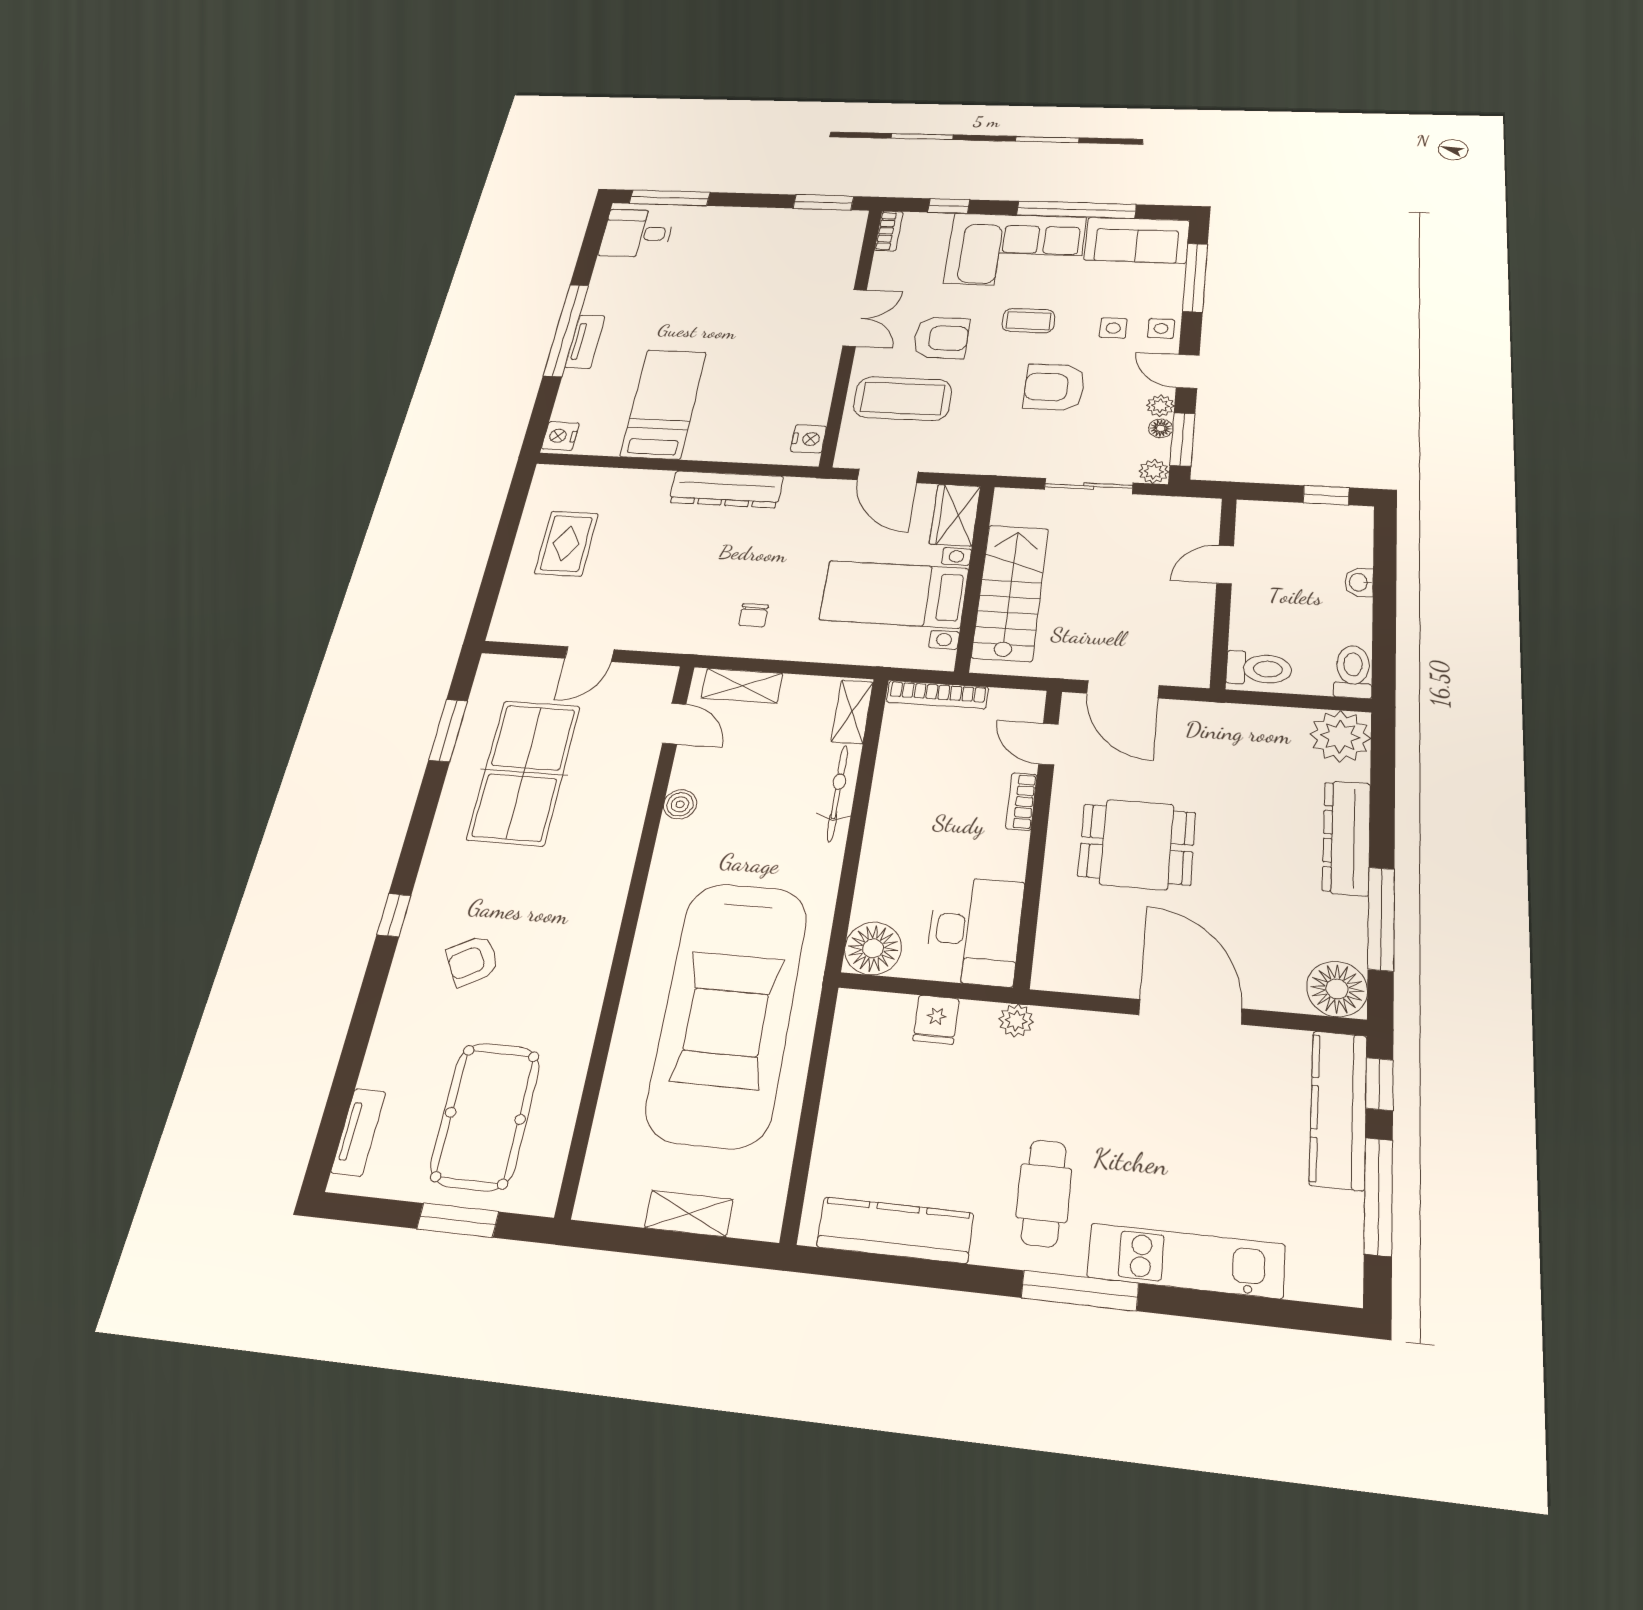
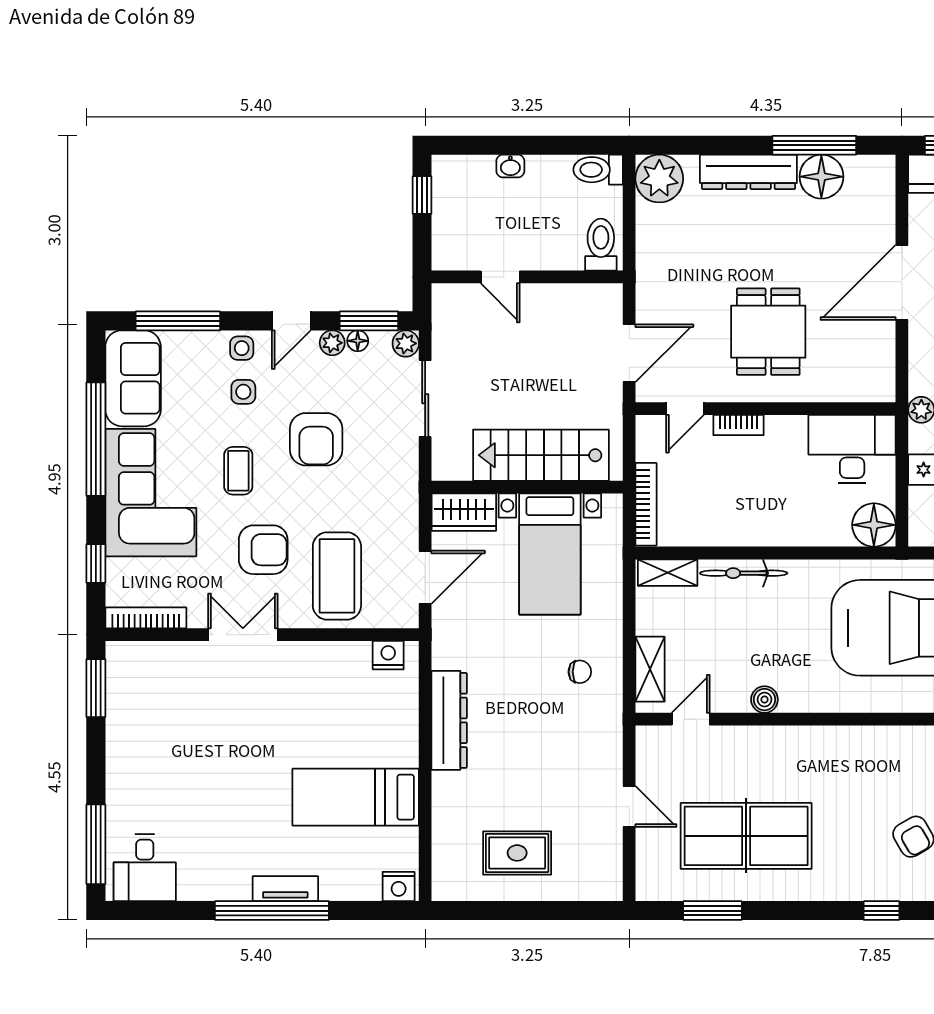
bookcase: (889, 231) -> (146, 618), width x1.56
armchair: (941, 338) -> (263, 550), turned 90
floor lamp: (1337, 989) -> (821, 177), moved

